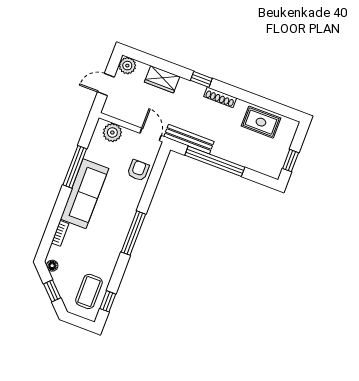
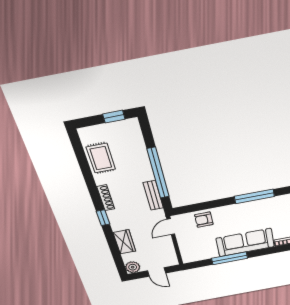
plant: (112, 133) -> (188, 250), removed
bench: (189, 139) -> (153, 195), width x0.73

